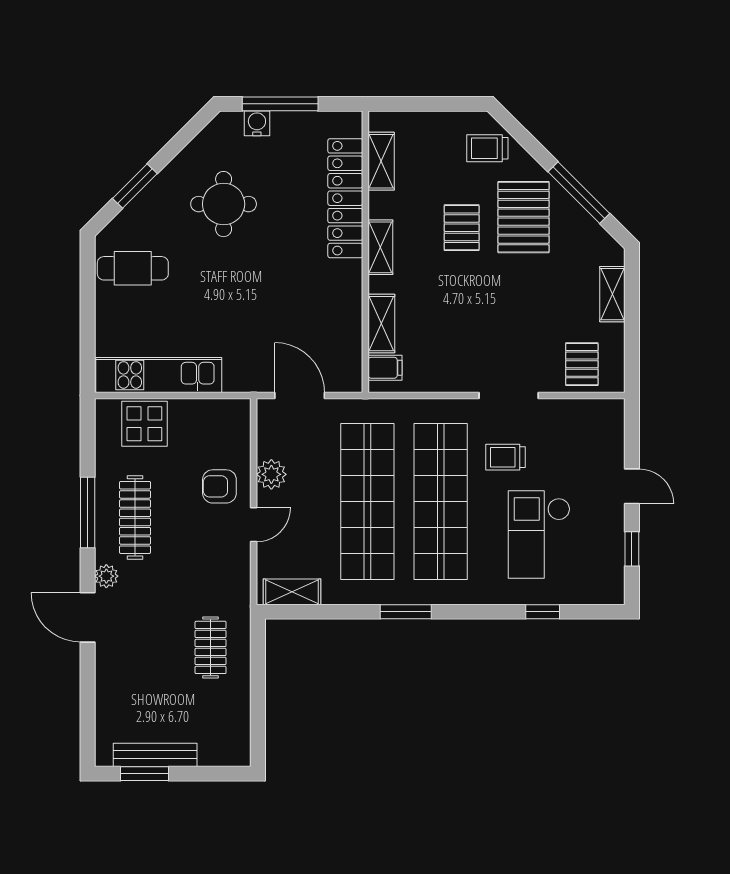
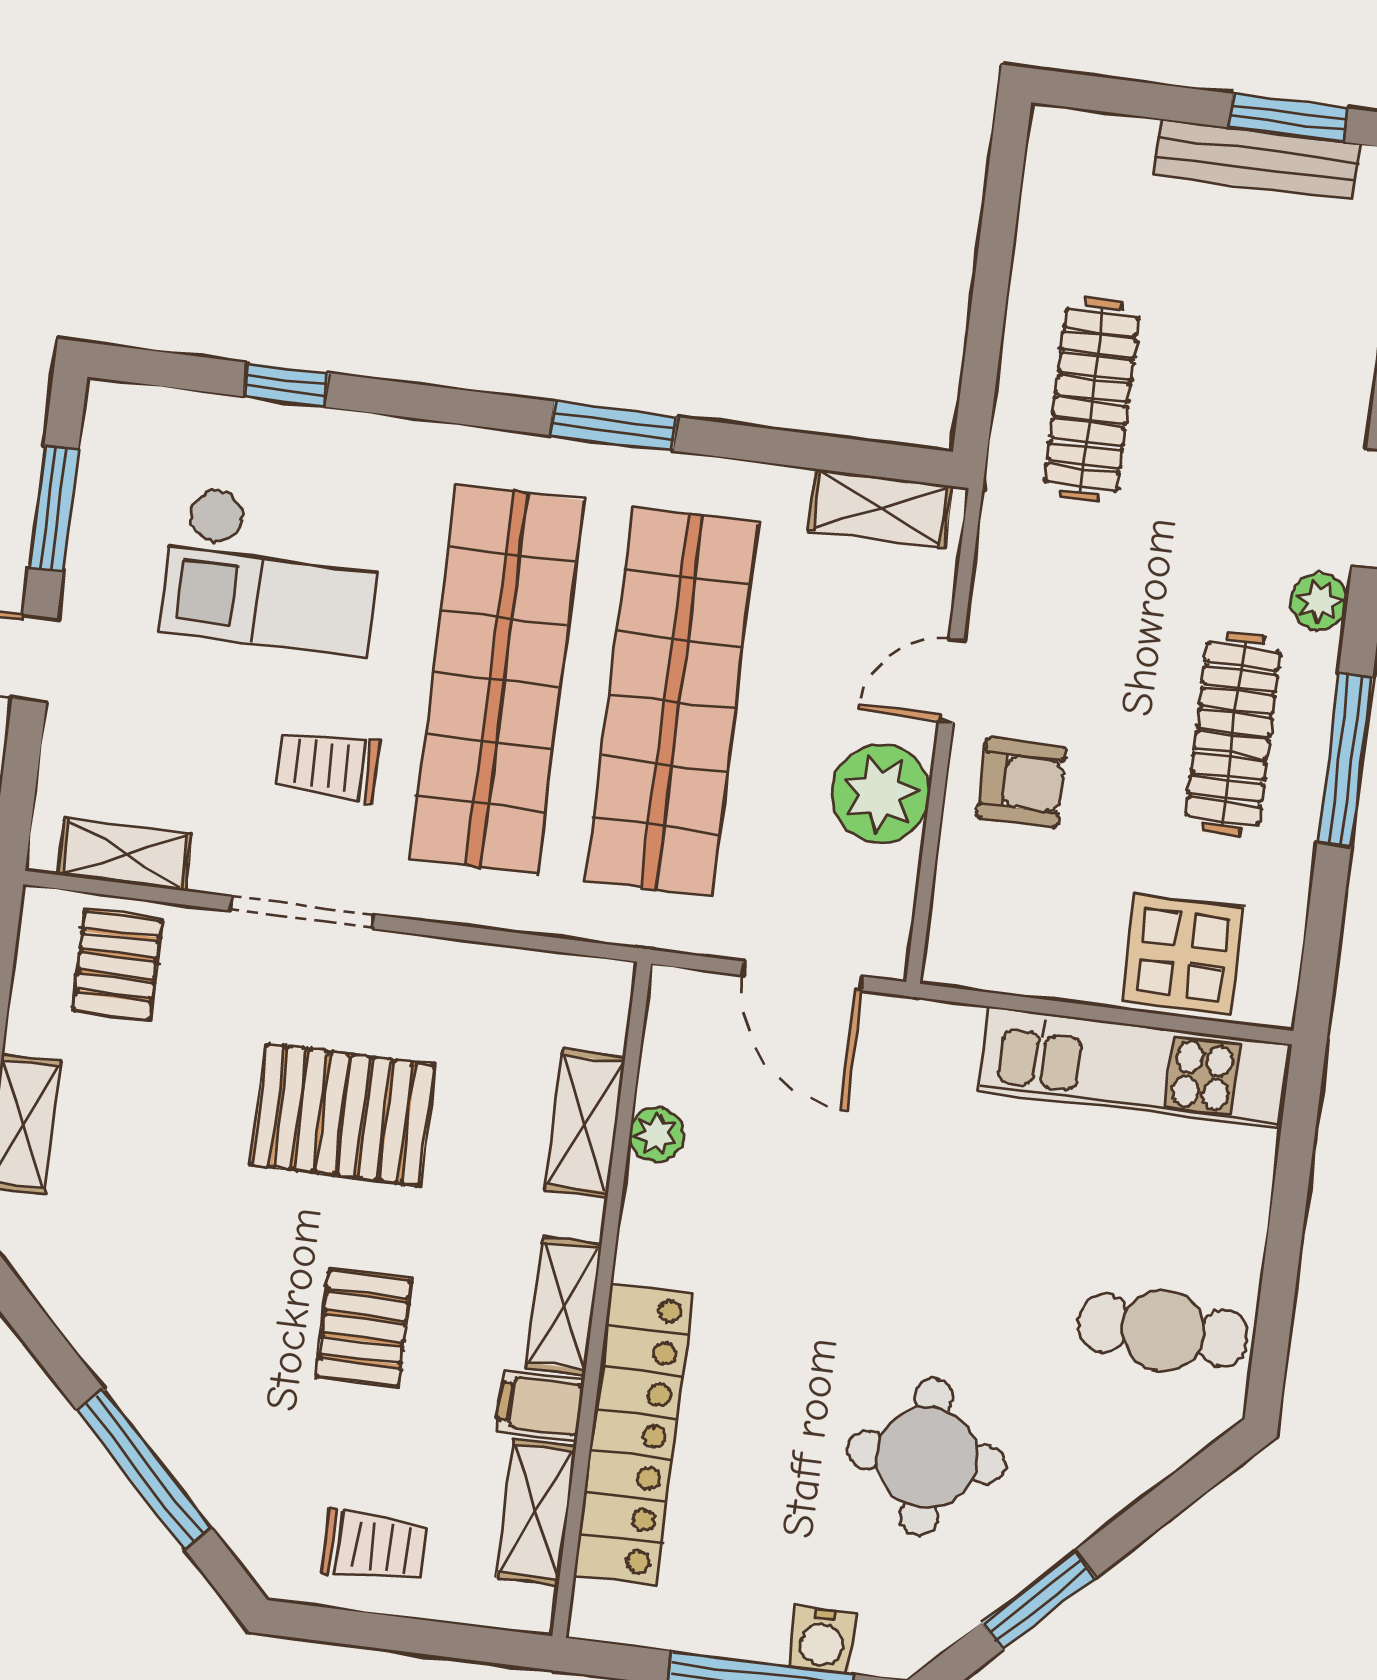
trolley: (487, 148) -> (374, 1547), moved
window: (135, 186) -> (1039, 1600), moved
window: (579, 193) -> (144, 1469), moved
pallet: (523, 217) -> (343, 1115), moved, turned 90
plant: (351, 323) -> (657, 1135), added
filing cabinet: (385, 368) -> (540, 1406), moved
shelving: (585, 410) -> (125, 854), added
trolley: (506, 457) -> (328, 766), turned 180
plant: (271, 474) -> (881, 794), width x1.36, depth x1.36
checkout: (539, 534) -> (271, 571), turned 90
window: (632, 549) -> (54, 508), width x1.50
clothes rail: (211, 647) -> (1092, 400), width x1.36

